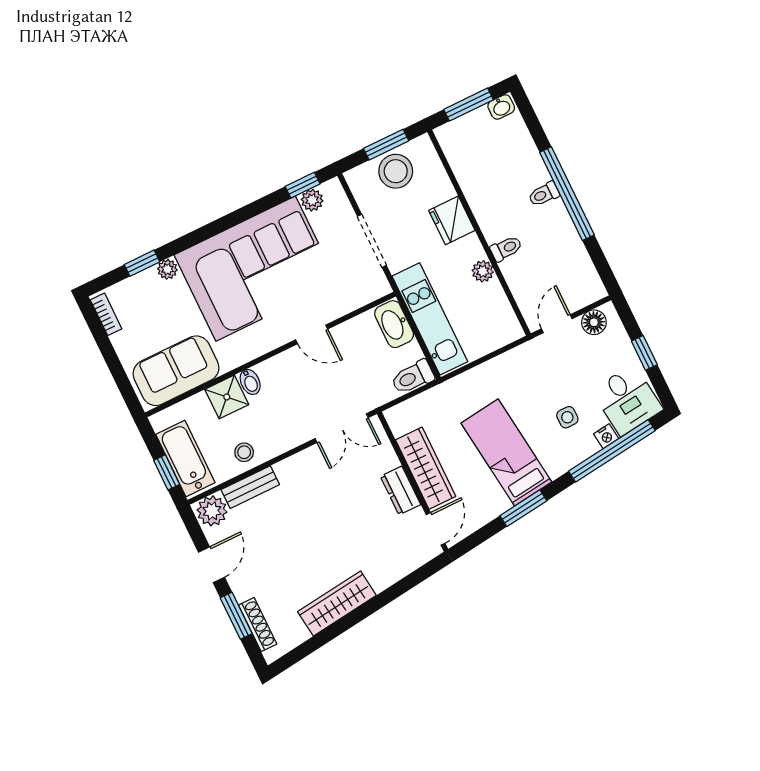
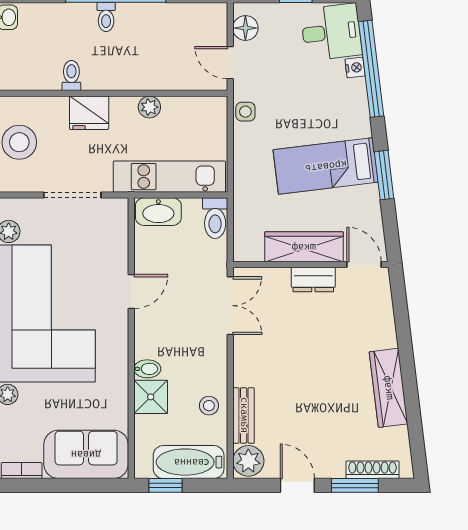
toilet: (506, 248) -> (71, 75), moved
sofa: (176, 371) -> (86, 454), moved, turned 90
side table: (567, 417) -> (245, 112), moved
window: (167, 472) -> (165, 485), moved

